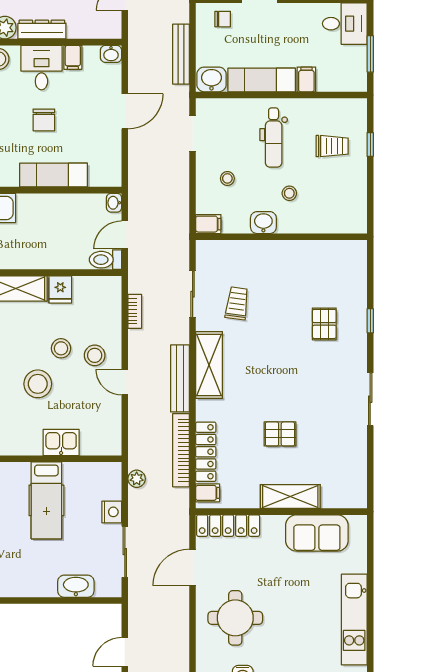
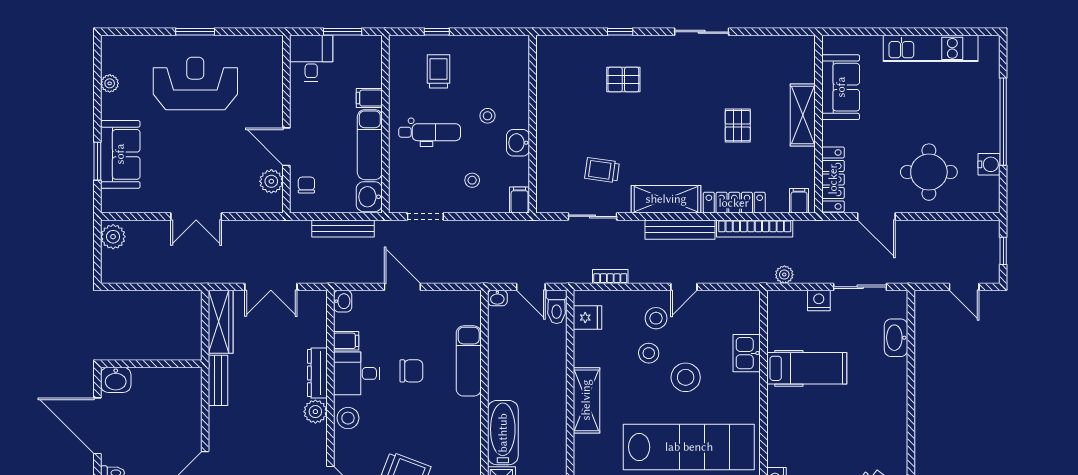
fridge: (60, 289) -> (587, 318), moved
locker: (206, 452) -> (734, 203), moved

